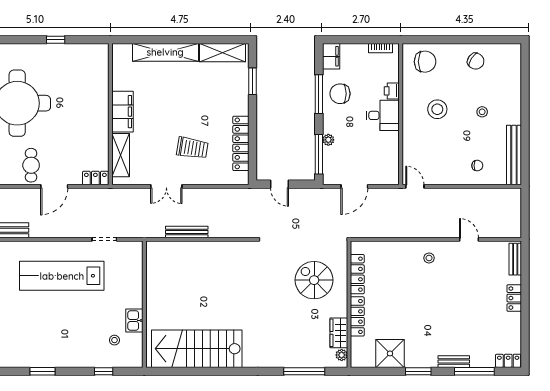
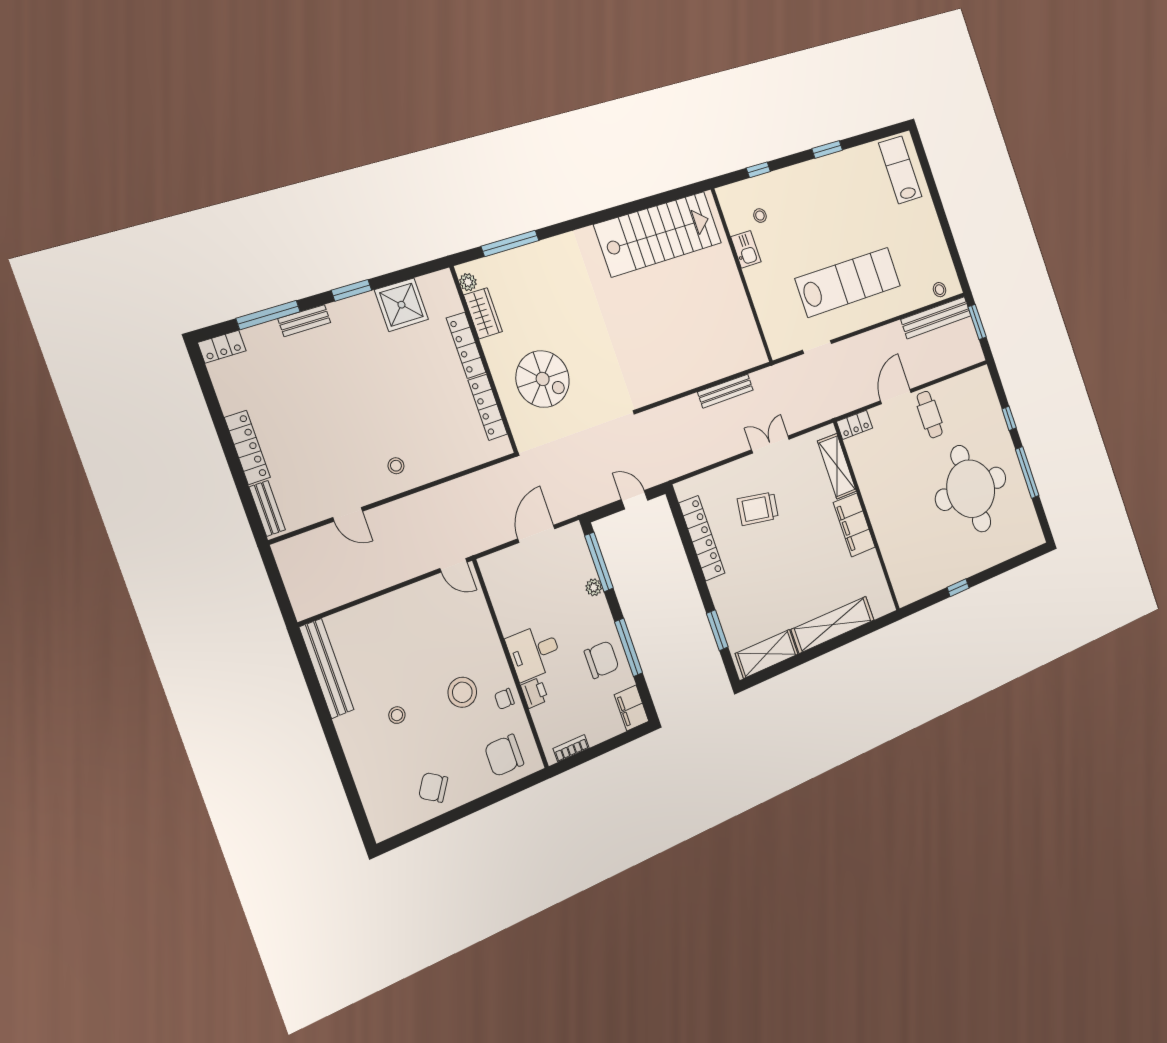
chair: (477, 166) -> (504, 699), moved
locker: (514, 298) -> (247, 447), width x1.53

